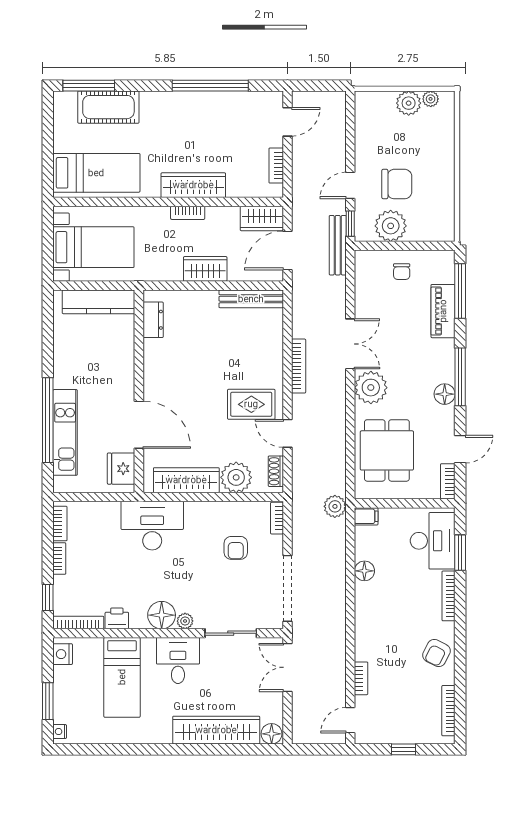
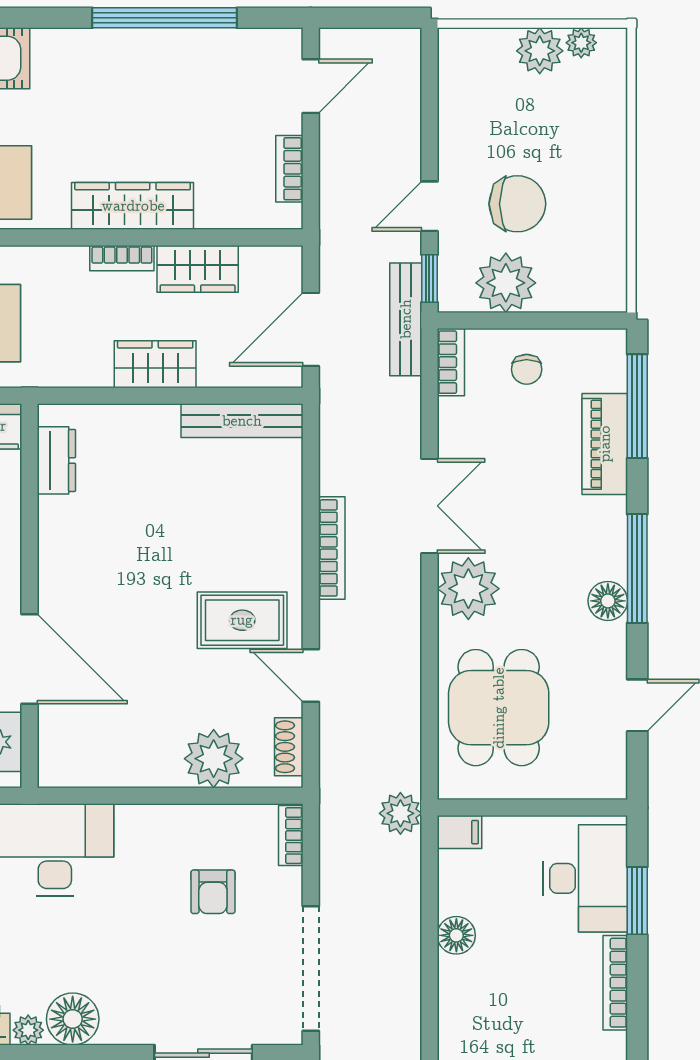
wardrobe: (262, 218) -> (198, 269), moved
wardrobe: (186, 480) -> (119, 764), removed
bookcase: (448, 481) -> (451, 362), moved, turned 180
plant: (185, 621) -> (28, 1030), moved

